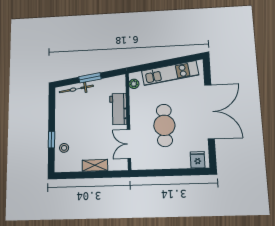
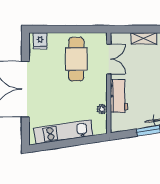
plant: (134, 84) -> (102, 109), moved
cafe table: (164, 125) -> (76, 59), moved

